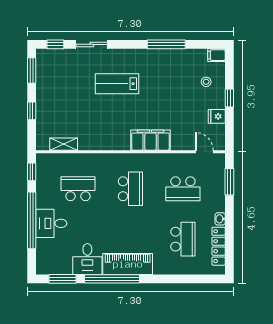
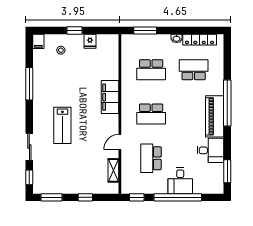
door: (204, 152) -> (120, 142), moved
school desk: (130, 189) -> (151, 114), turned 180
school desk: (183, 189) -> (151, 70), turned 90
window: (112, 279) -> (227, 103), moved

